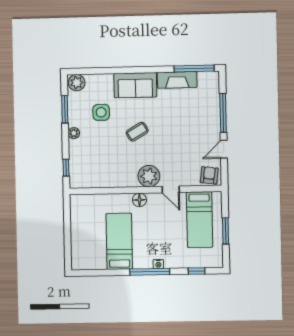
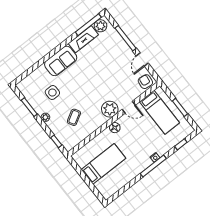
plant: (77, 83) -> (101, 26), moved
coffee table: (137, 132) -> (74, 117), moved
bed: (119, 241) -> (103, 164), moved, turned 90

